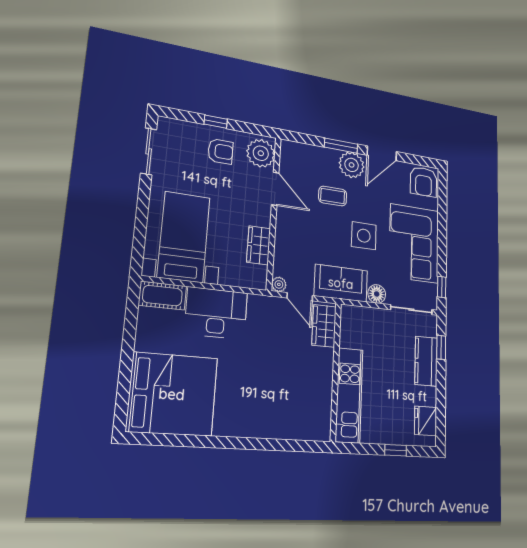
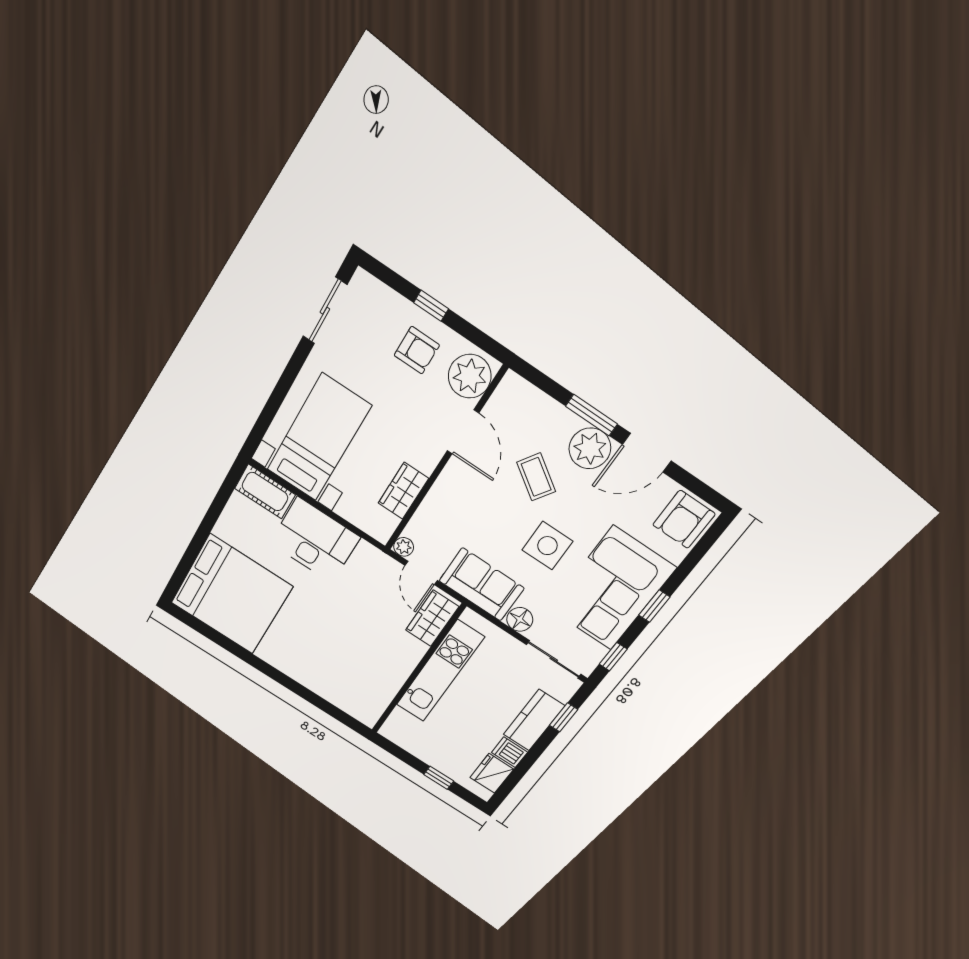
coffee table: (333, 196) -> (536, 477), turned 34
window: (442, 241) -> (654, 606), added
kitchen unit: (349, 395) -> (440, 671), moved
dishwasher: (426, 396) -> (509, 752), added

